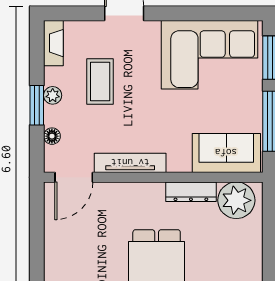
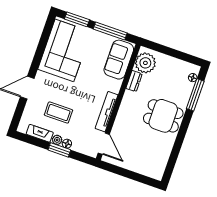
fireplace: (53, 43) -> (40, 133), moved
floor lamp: (52, 136) -> (67, 144), moved
dresser: (191, 192) -> (134, 81), width x0.70

